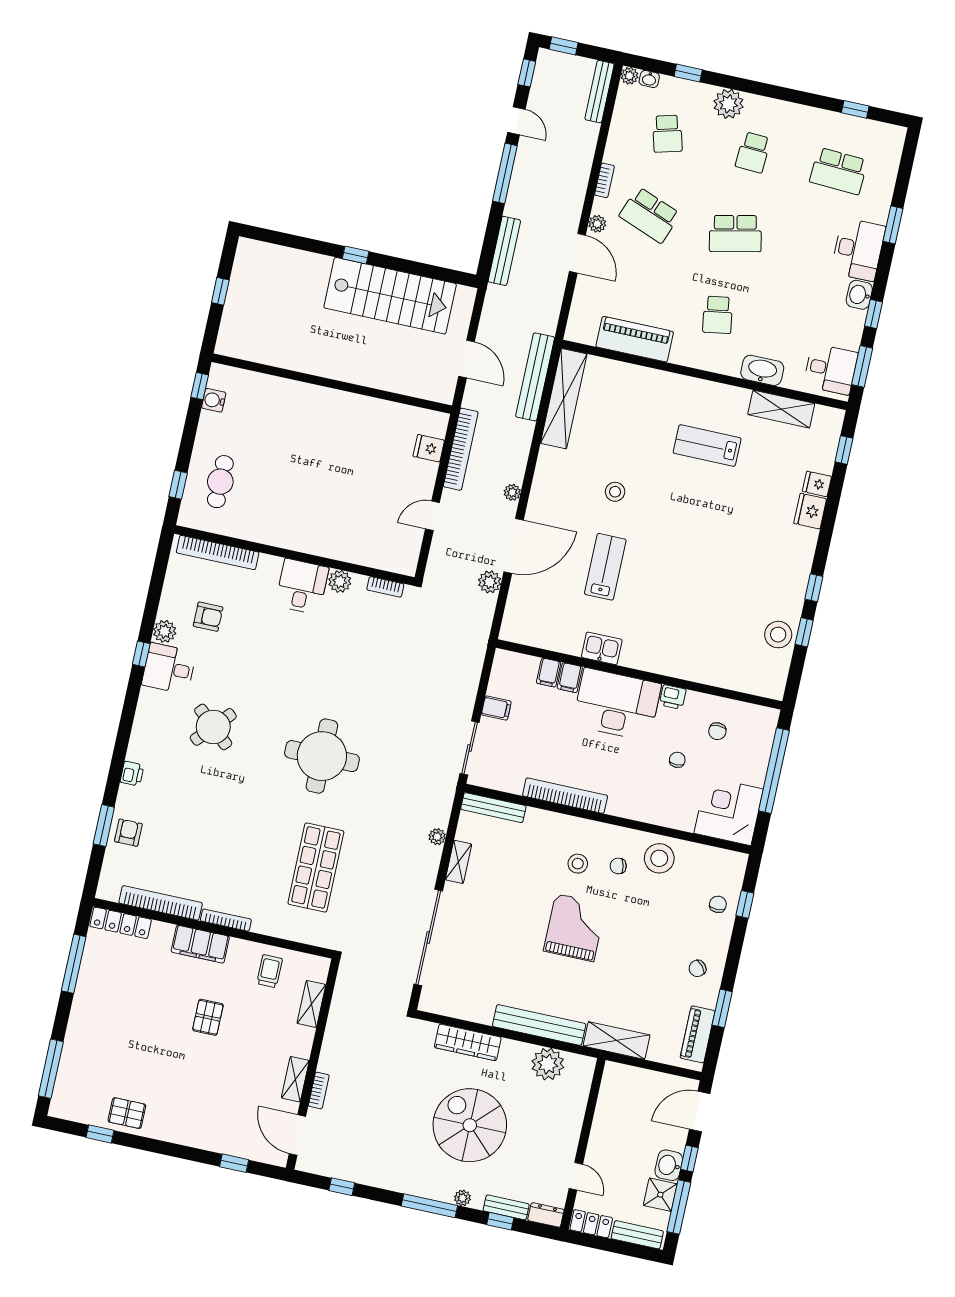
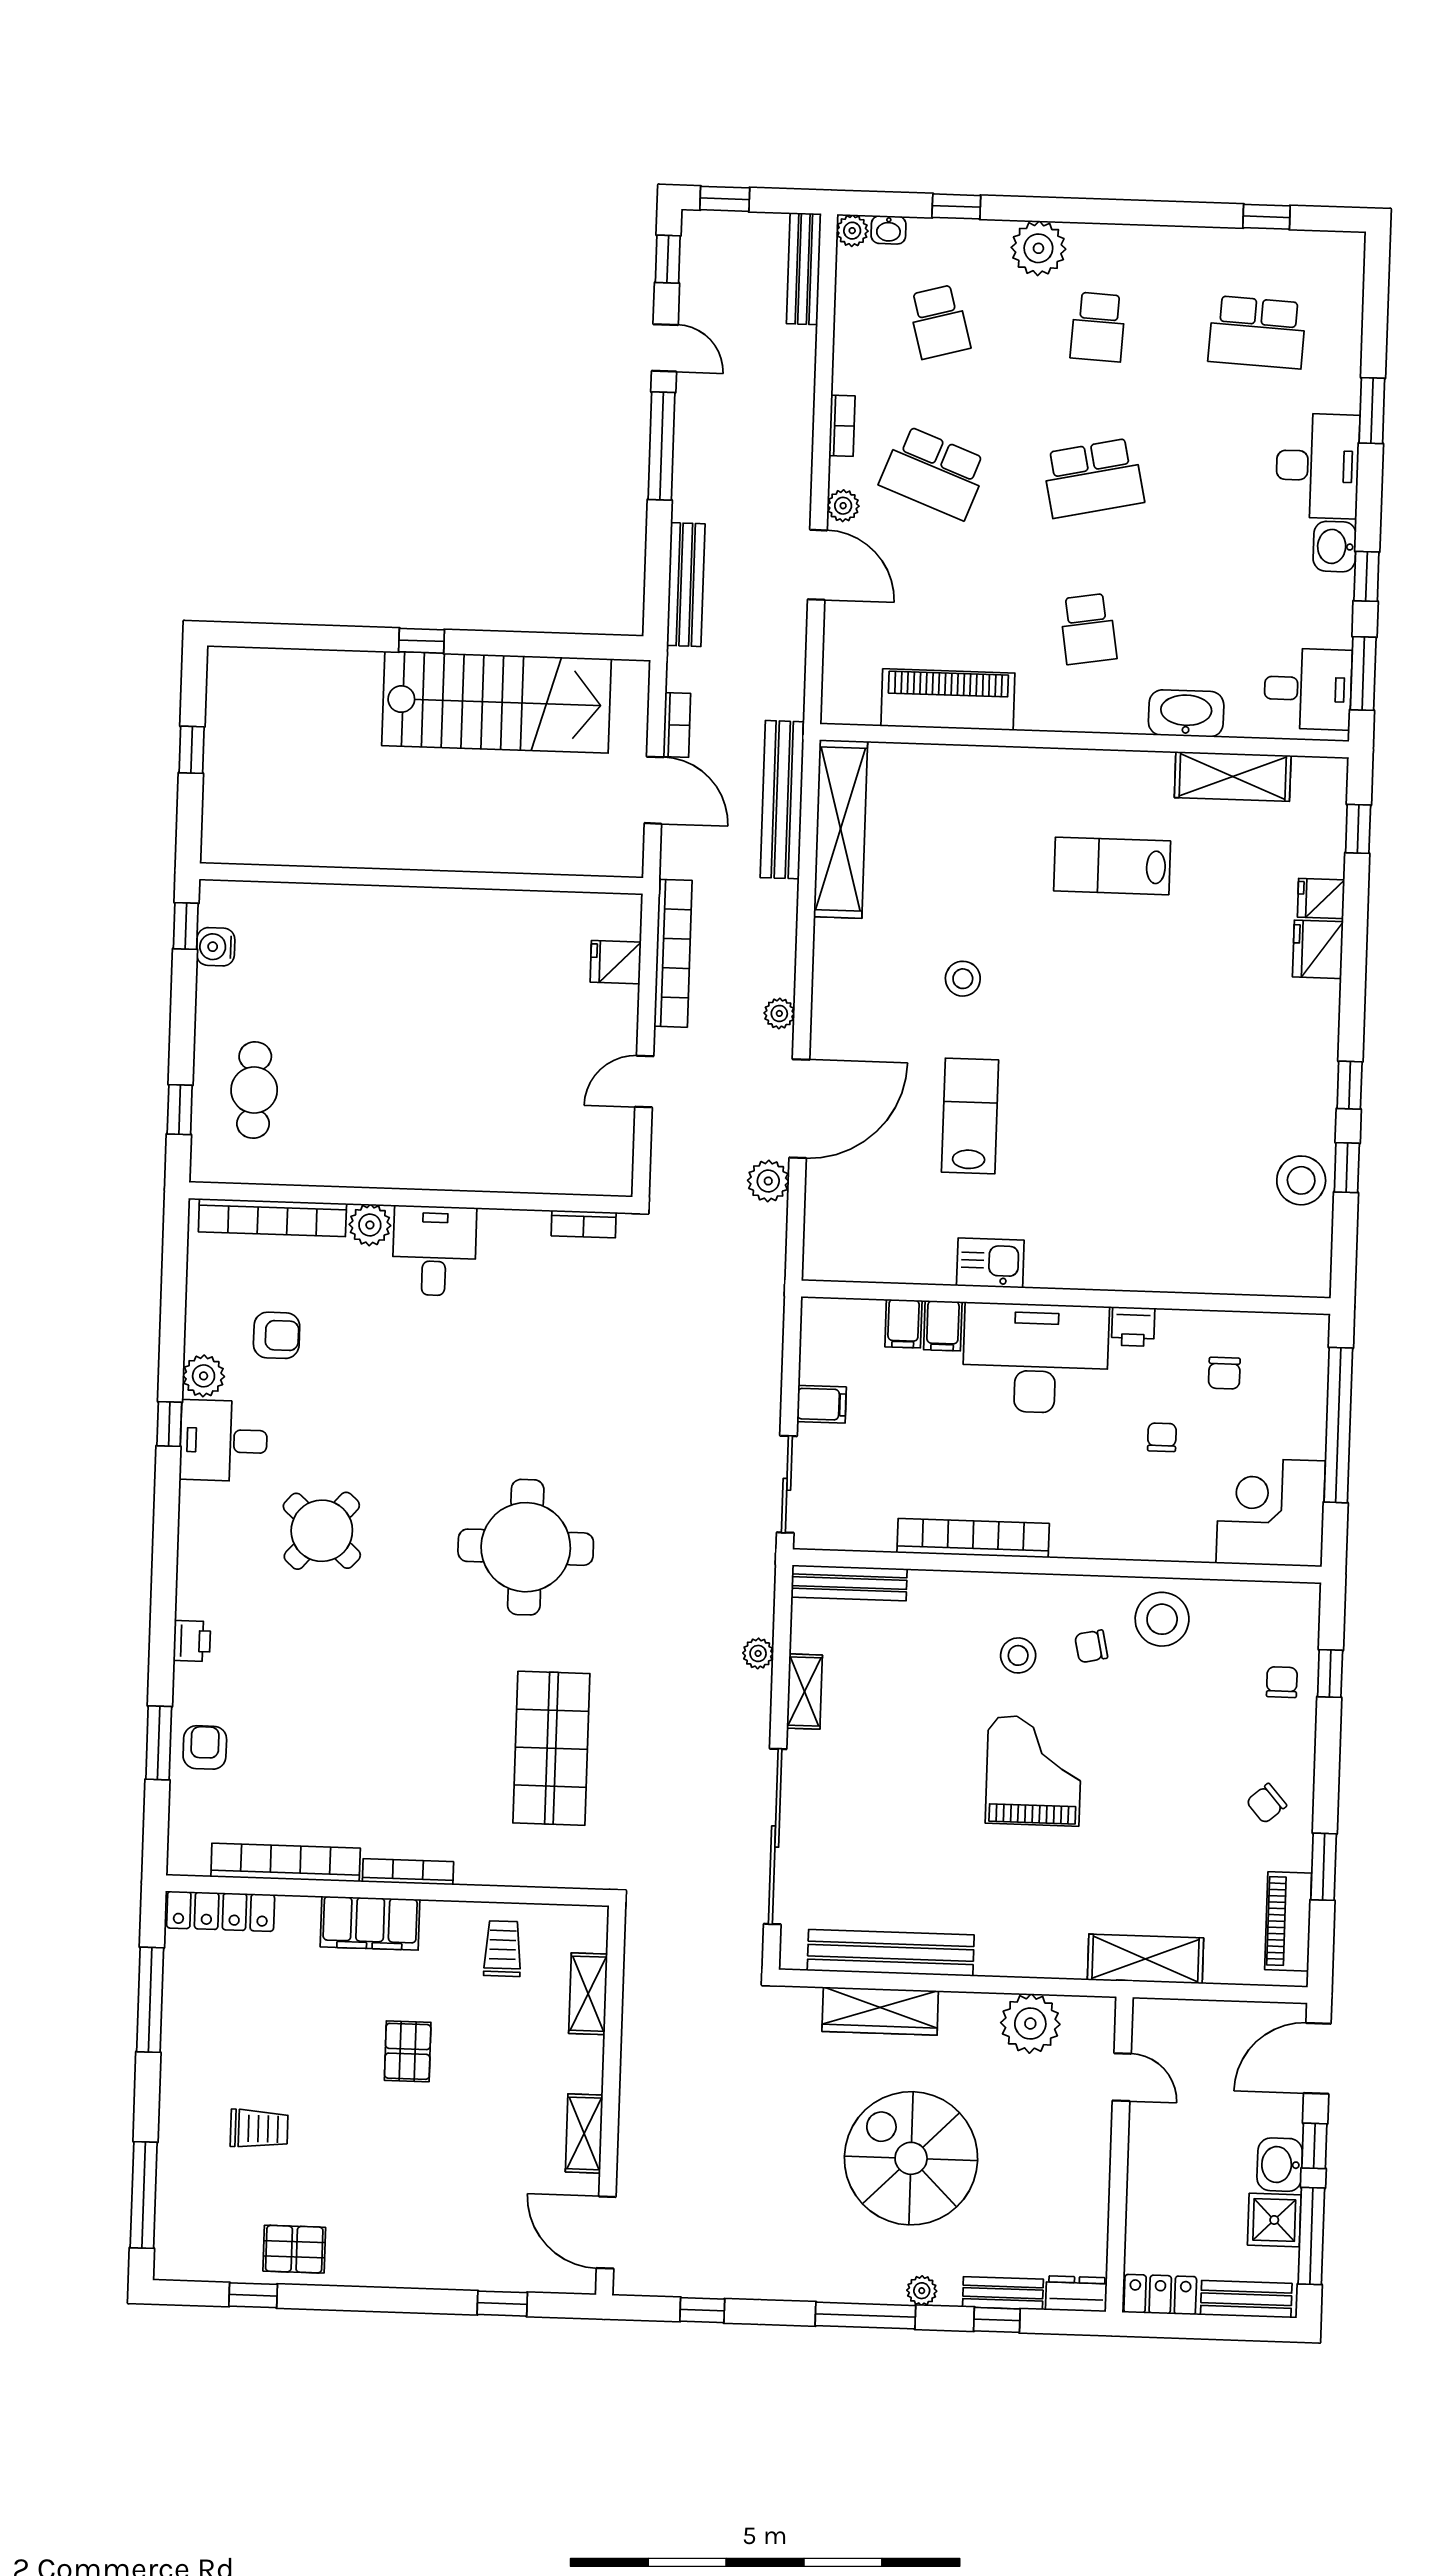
plant: (340, 581) -> (370, 1225), moved
bench: (539, 1025) -> (891, 1953), moved
trolley: (120, 1044) -> (259, 2129), added
bookcase: (319, 1090) -> (677, 725), moved
door: (576, 1176) -> (1122, 2077), moved

